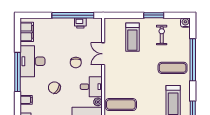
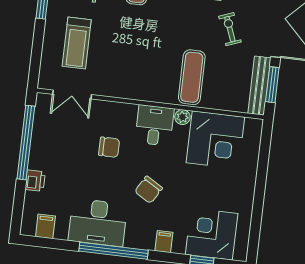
printer: (80, 23) -> (35, 181), moved
filing cabinet: (27, 32) -> (45, 226), width x0.50
treadmill: (132, 37) -> (77, 43), turned 90
double door: (103, 54) -> (72, 94), moved

